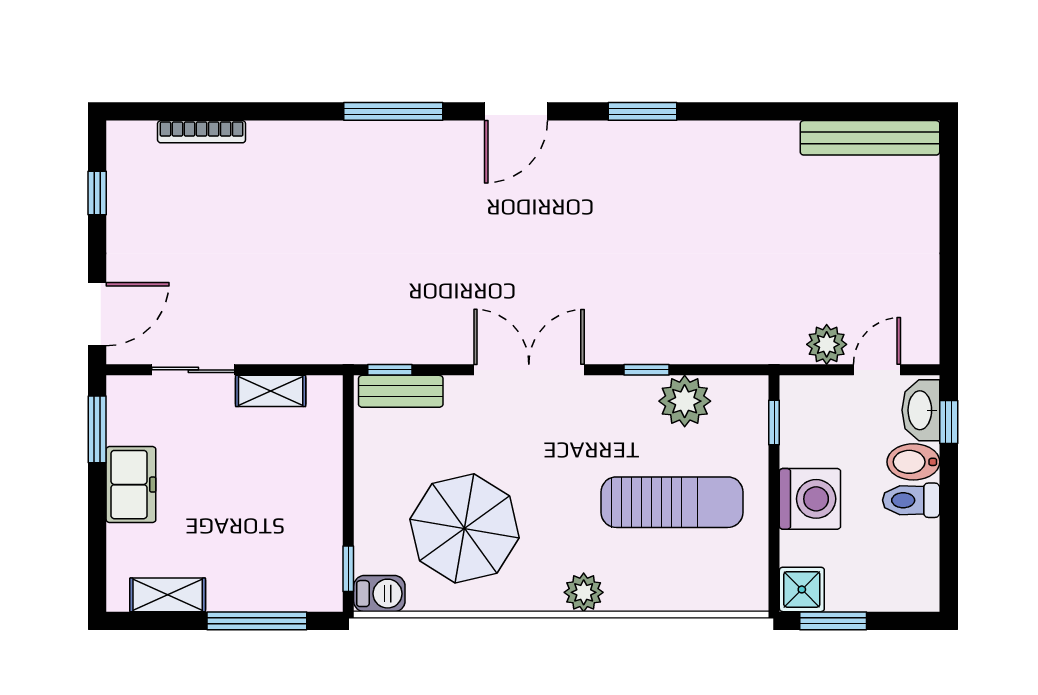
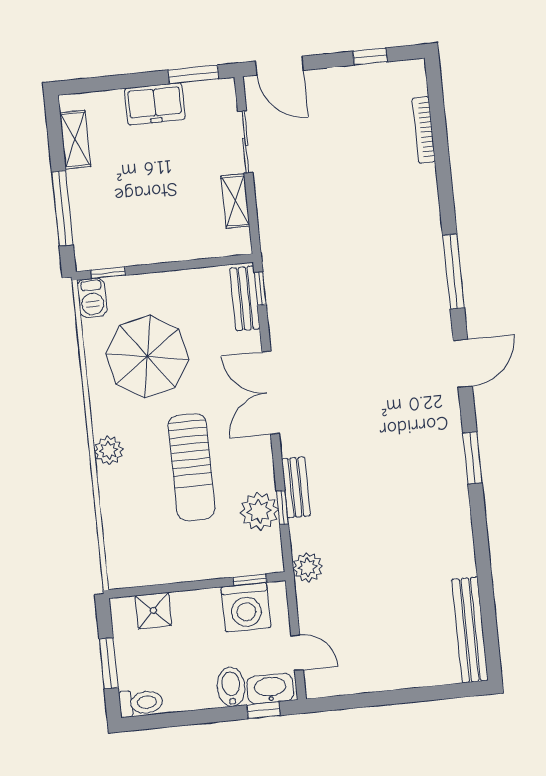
door: (516, 111) -> (463, 363), swing flipped
plant: (827, 344) -> (308, 567), moved
bench: (658, 349) -> (296, 487), added
double door: (529, 370) -> (271, 393), swing flipped
window: (647, 370) -> (282, 507), moved
washing machine: (810, 499) -> (246, 607), moved
toilet: (911, 500) -> (141, 703), moved, turned 90
sun lounger: (672, 502) -> (192, 467), moved
shower: (802, 589) -> (153, 611), moved
window: (833, 621) -> (109, 663), moved

